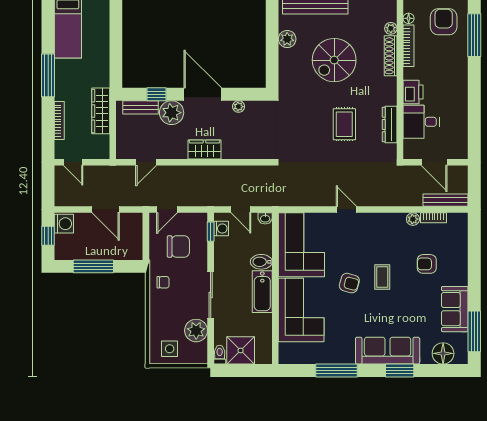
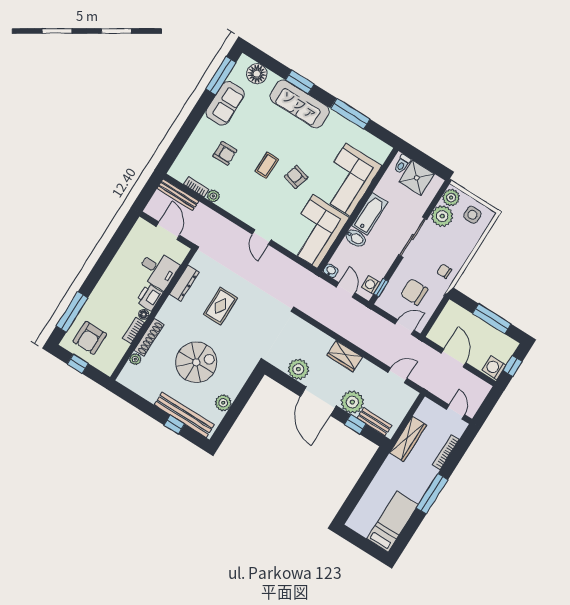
floor lamp: (409, 18) -> (144, 314), moved
bookcase: (409, 46) -> (134, 330), width x0.64
plant: (239, 107) -> (298, 369), width x1.88, depth x1.88
plant: (198, 352) -> (451, 198), added
toilet: (220, 355) -> (402, 164), moved

